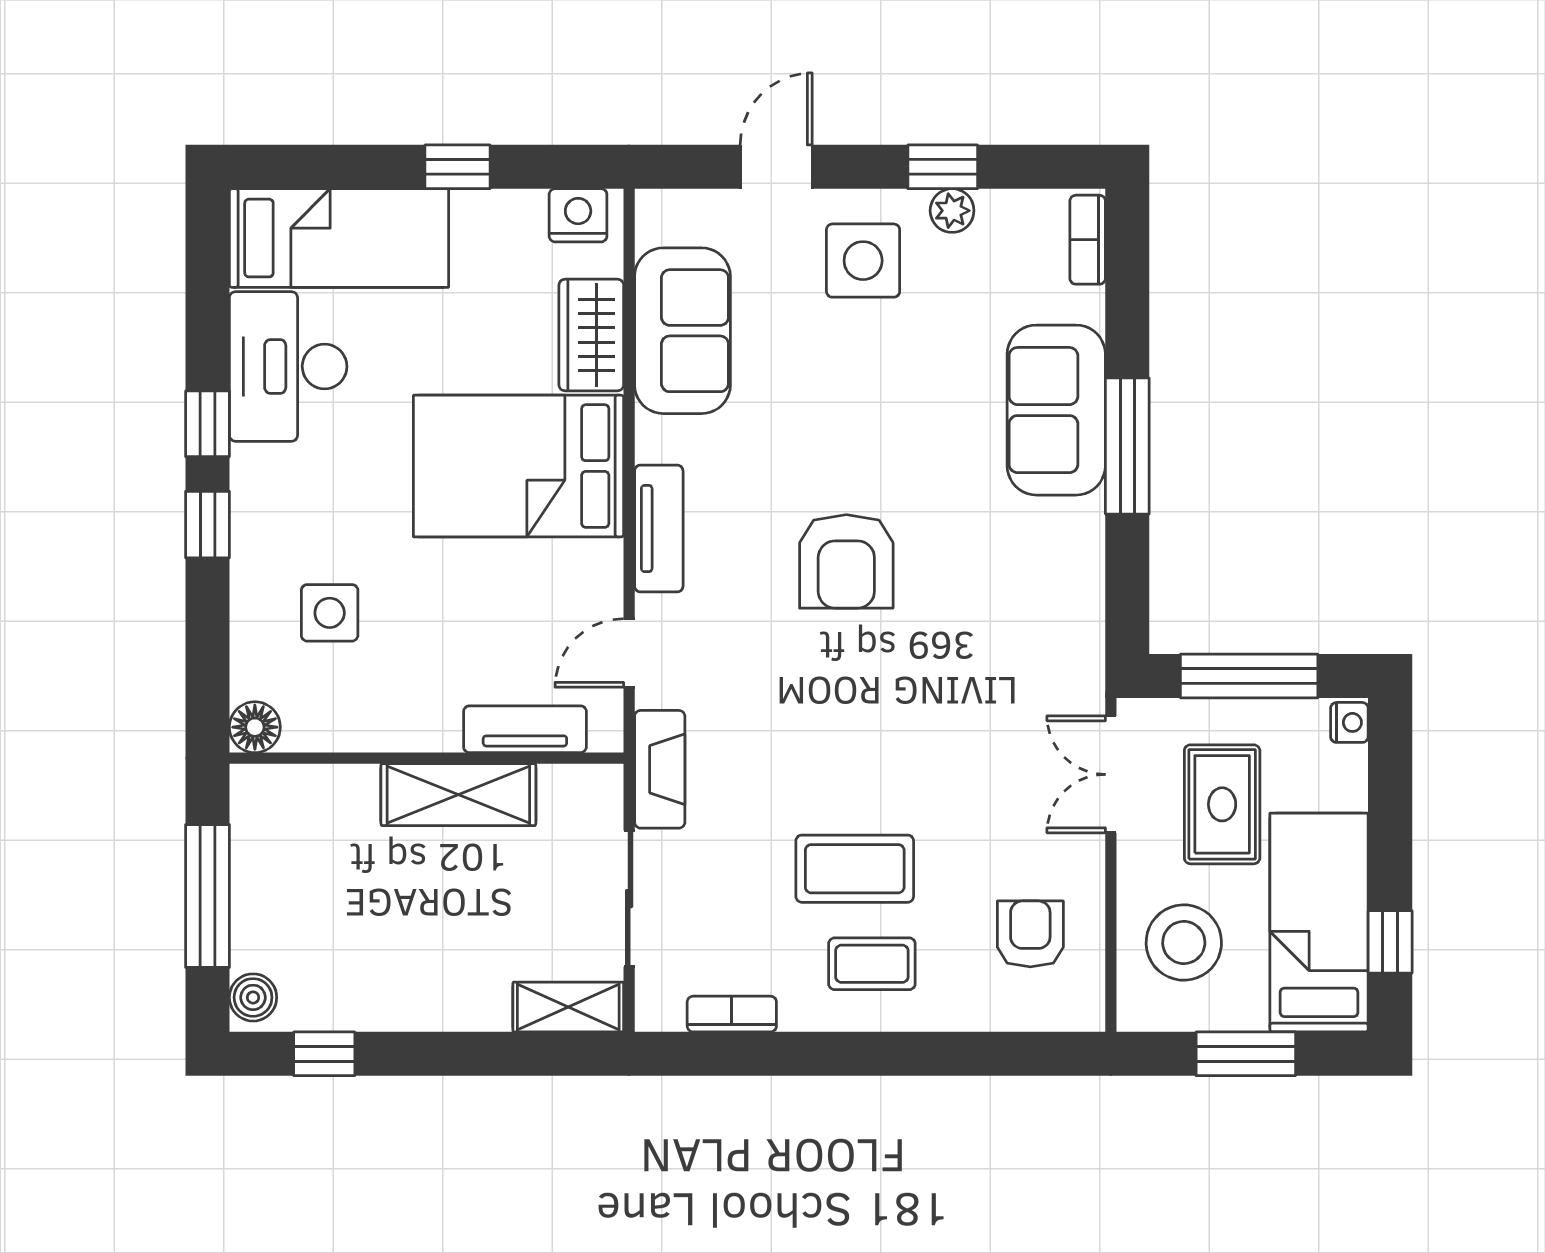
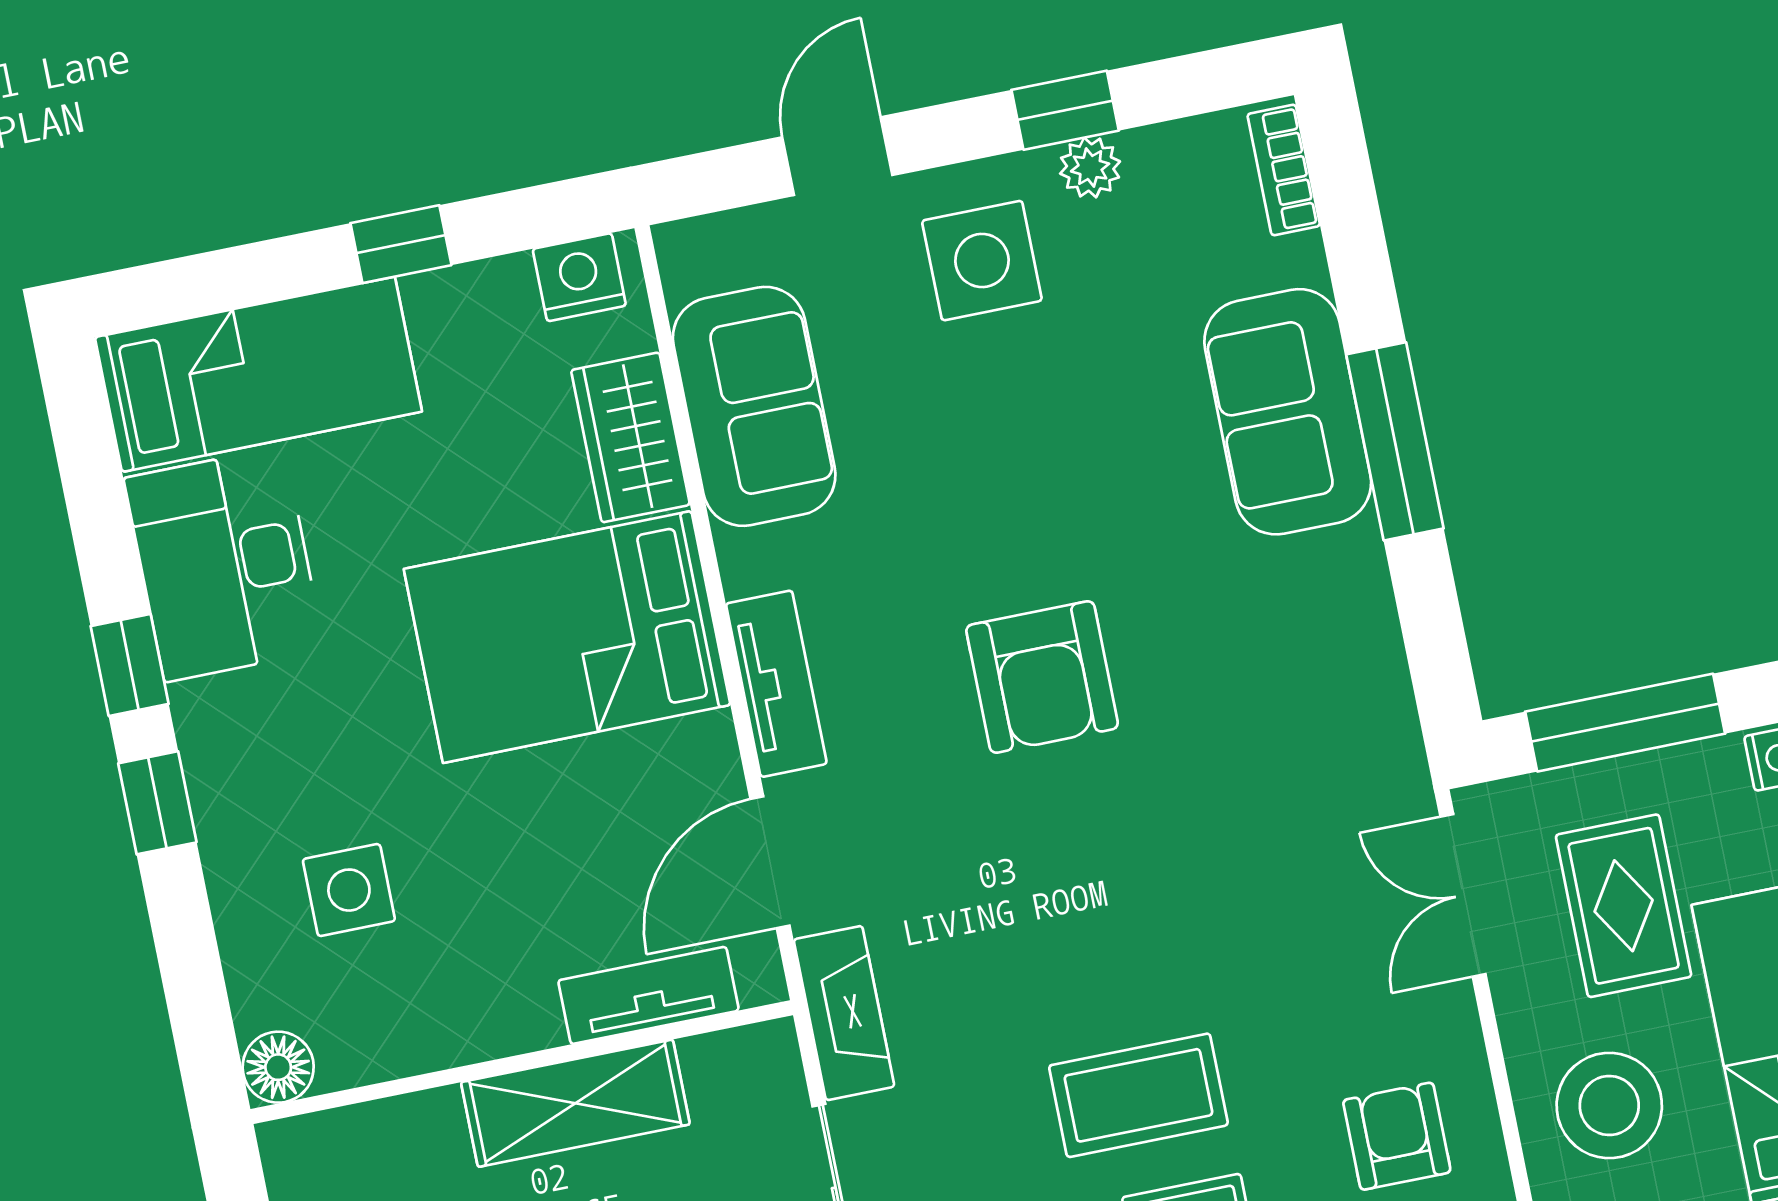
door: (629, 653) -> (770, 862), width x1.38

